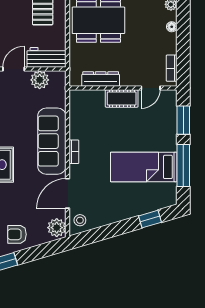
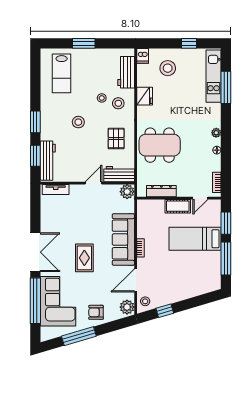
plant: (40, 80) -> (127, 192), moved
bed: (144, 167) -> (195, 239), moved
window: (150, 219) -> (165, 311), moved

